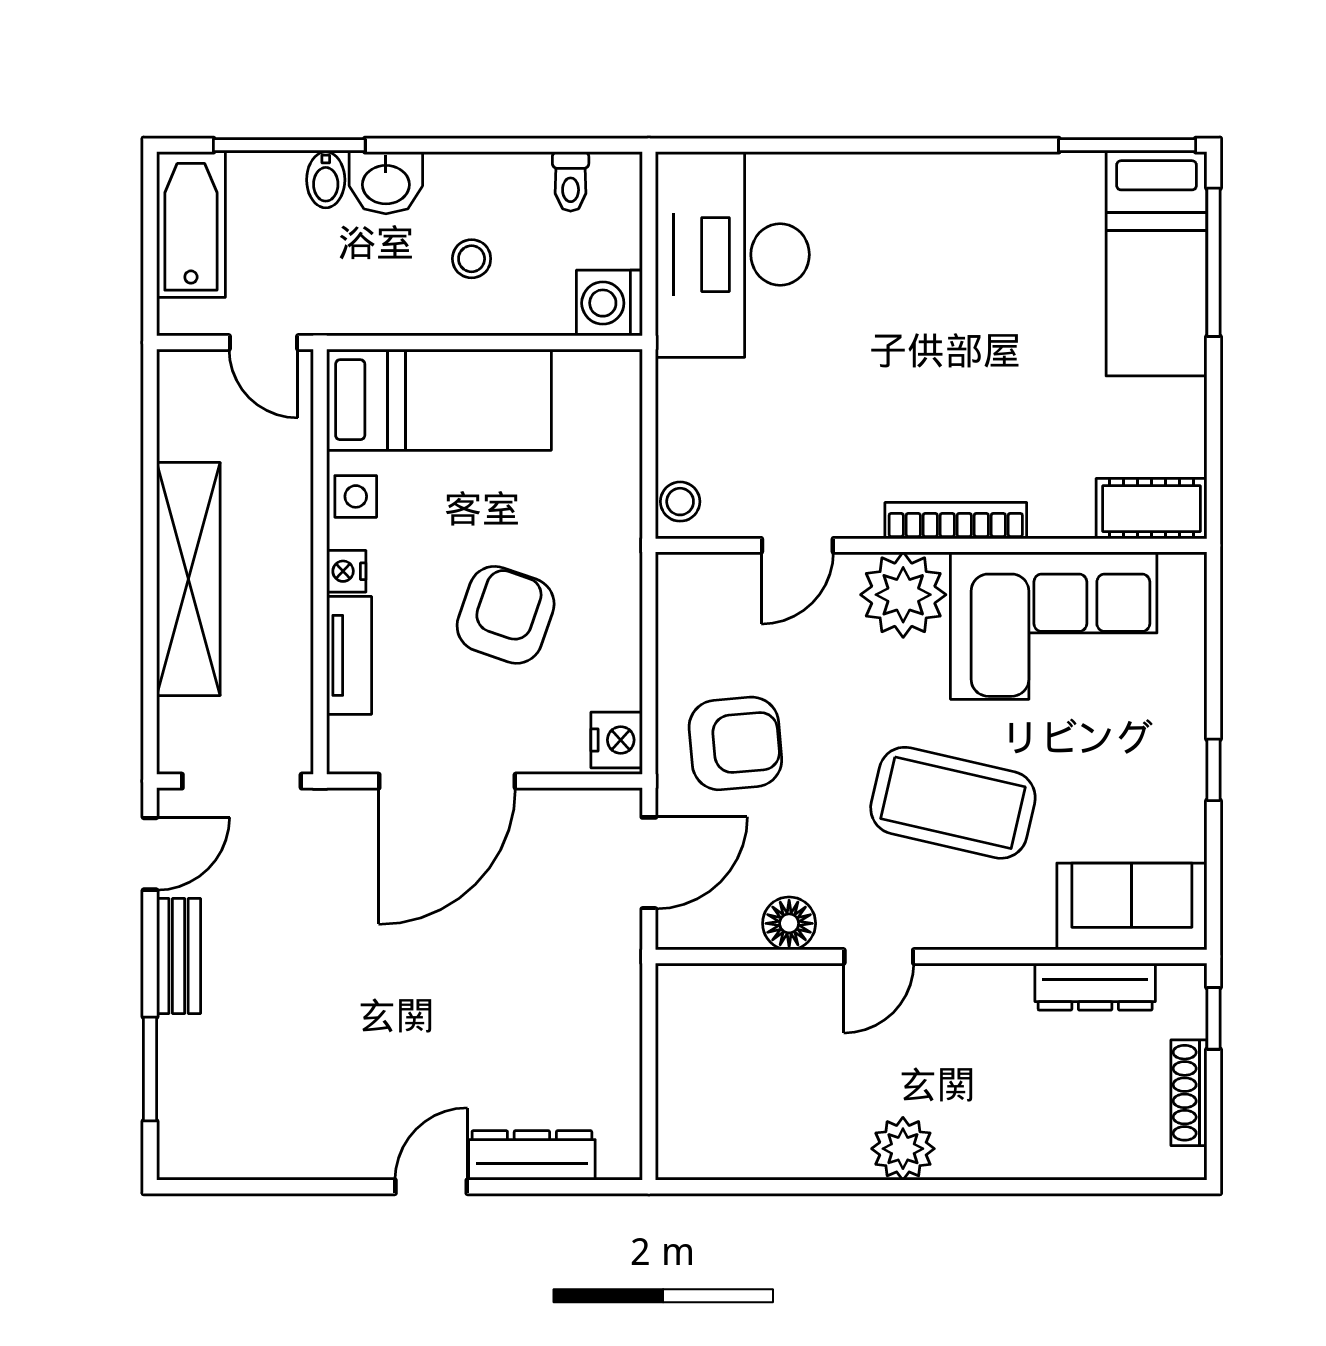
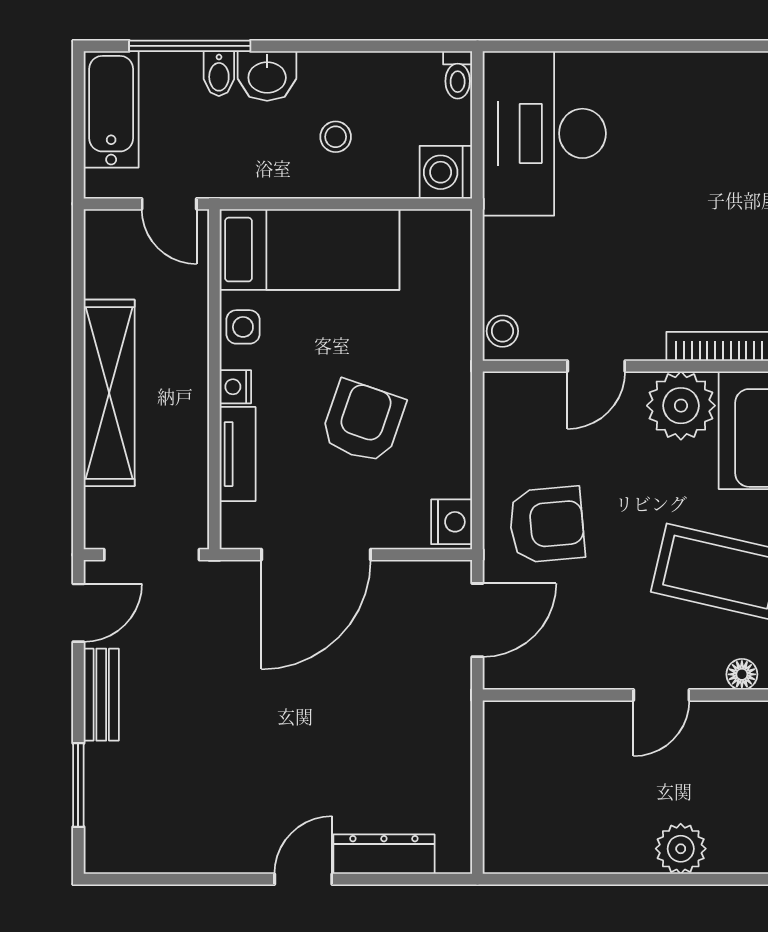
toilet: (571, 181) -> (458, 75), moved
floor lamp: (789, 923) -> (742, 674), moved, width x0.73, depth x0.73

